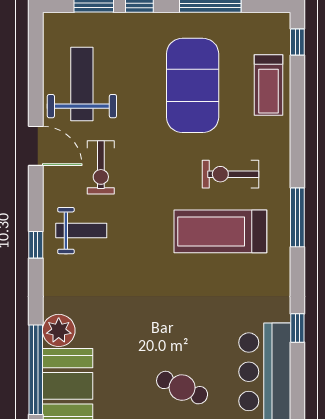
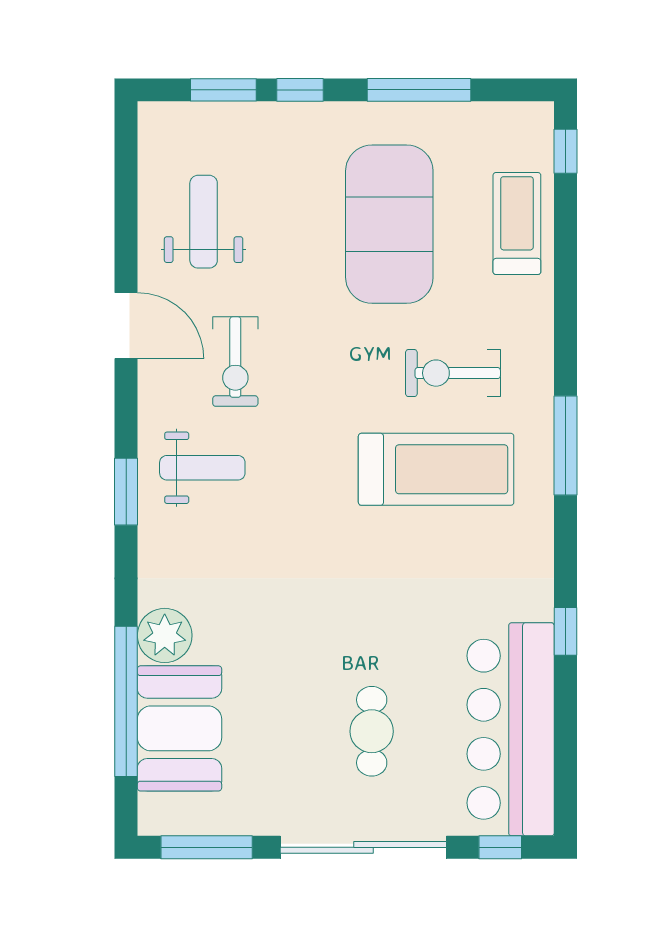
weight bench: (82, 84) -> (204, 222), width x0.73, depth x0.75
treadmill: (269, 85) -> (517, 224), turned 180
treadmill: (220, 231) -> (436, 469), turned 180
window: (36, 245) -> (126, 492), width x1.50
cafe table: (182, 388) -> (372, 731), turned 66

